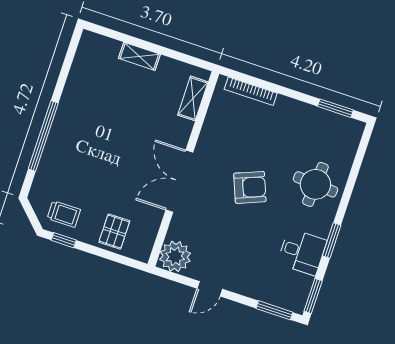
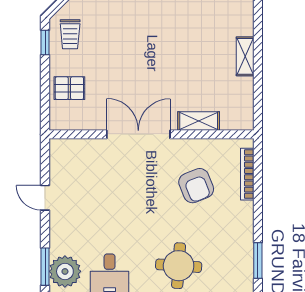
shelving: (193, 98) -> (199, 121), moved
armchair: (250, 187) -> (196, 186), moved
plant: (175, 256) -> (65, 271), moved

